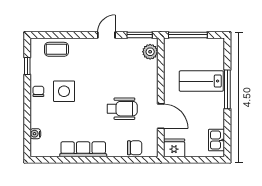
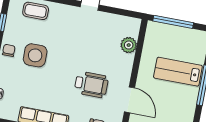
window: (140, 35) -> (124, 12), removed
plant: (150, 52) -> (129, 45), moved

